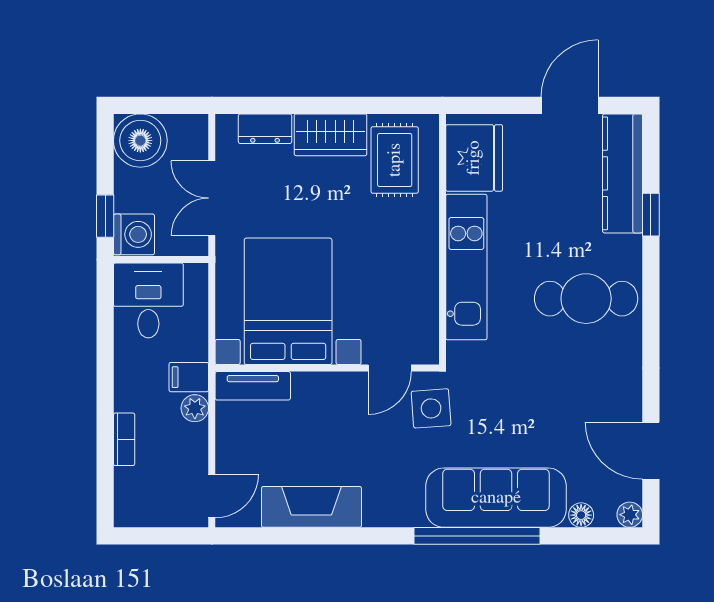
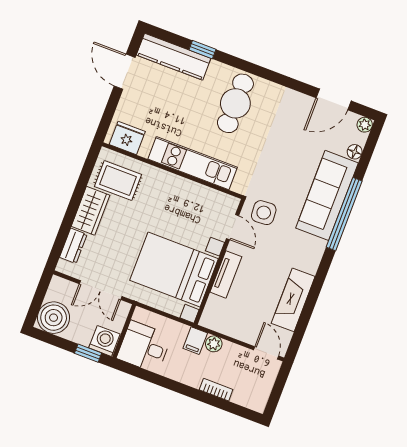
fridge: (474, 158) -> (127, 138), width x0.73, depth x0.75
tv unit: (253, 386) -> (226, 274), moved

